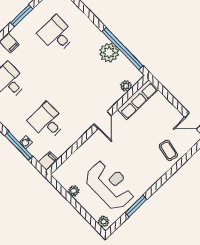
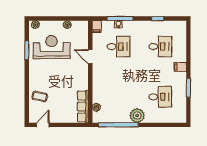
plant: (109, 53) -> (137, 116), moved
door: (103, 120) -> (90, 57), moved
reception desk: (110, 185) -> (51, 47), turned 180

